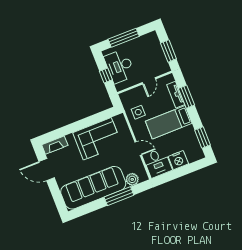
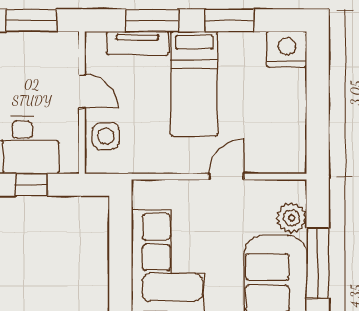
side table: (138, 112) -> (106, 136), moved
window: (202, 137) -> (229, 20), moved
nightstand: (178, 160) -> (287, 49), moved, turned -90
desk: (157, 163) -> (276, 146), removed

